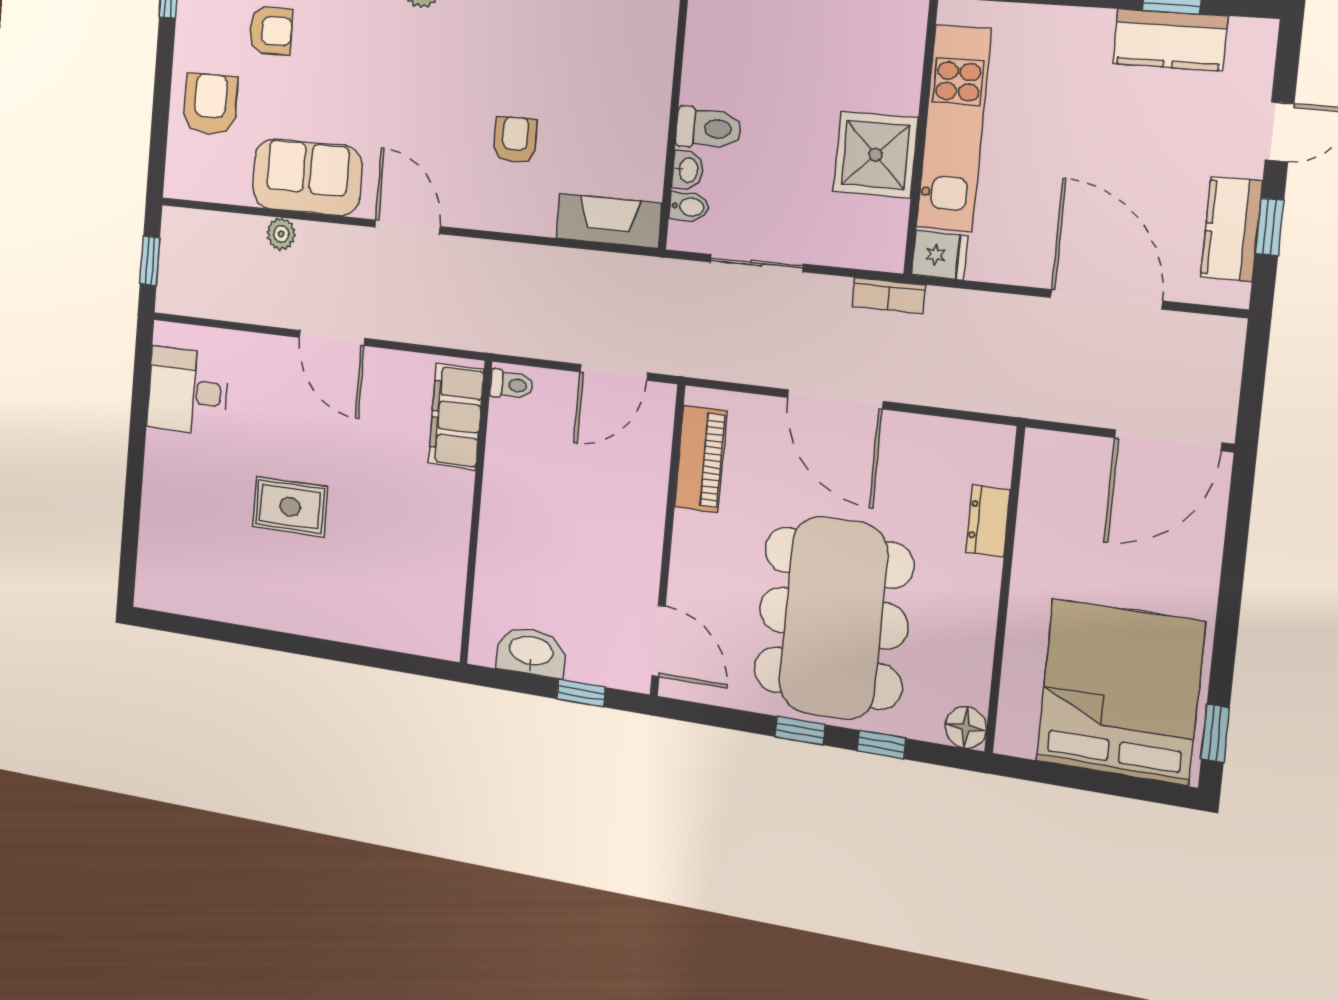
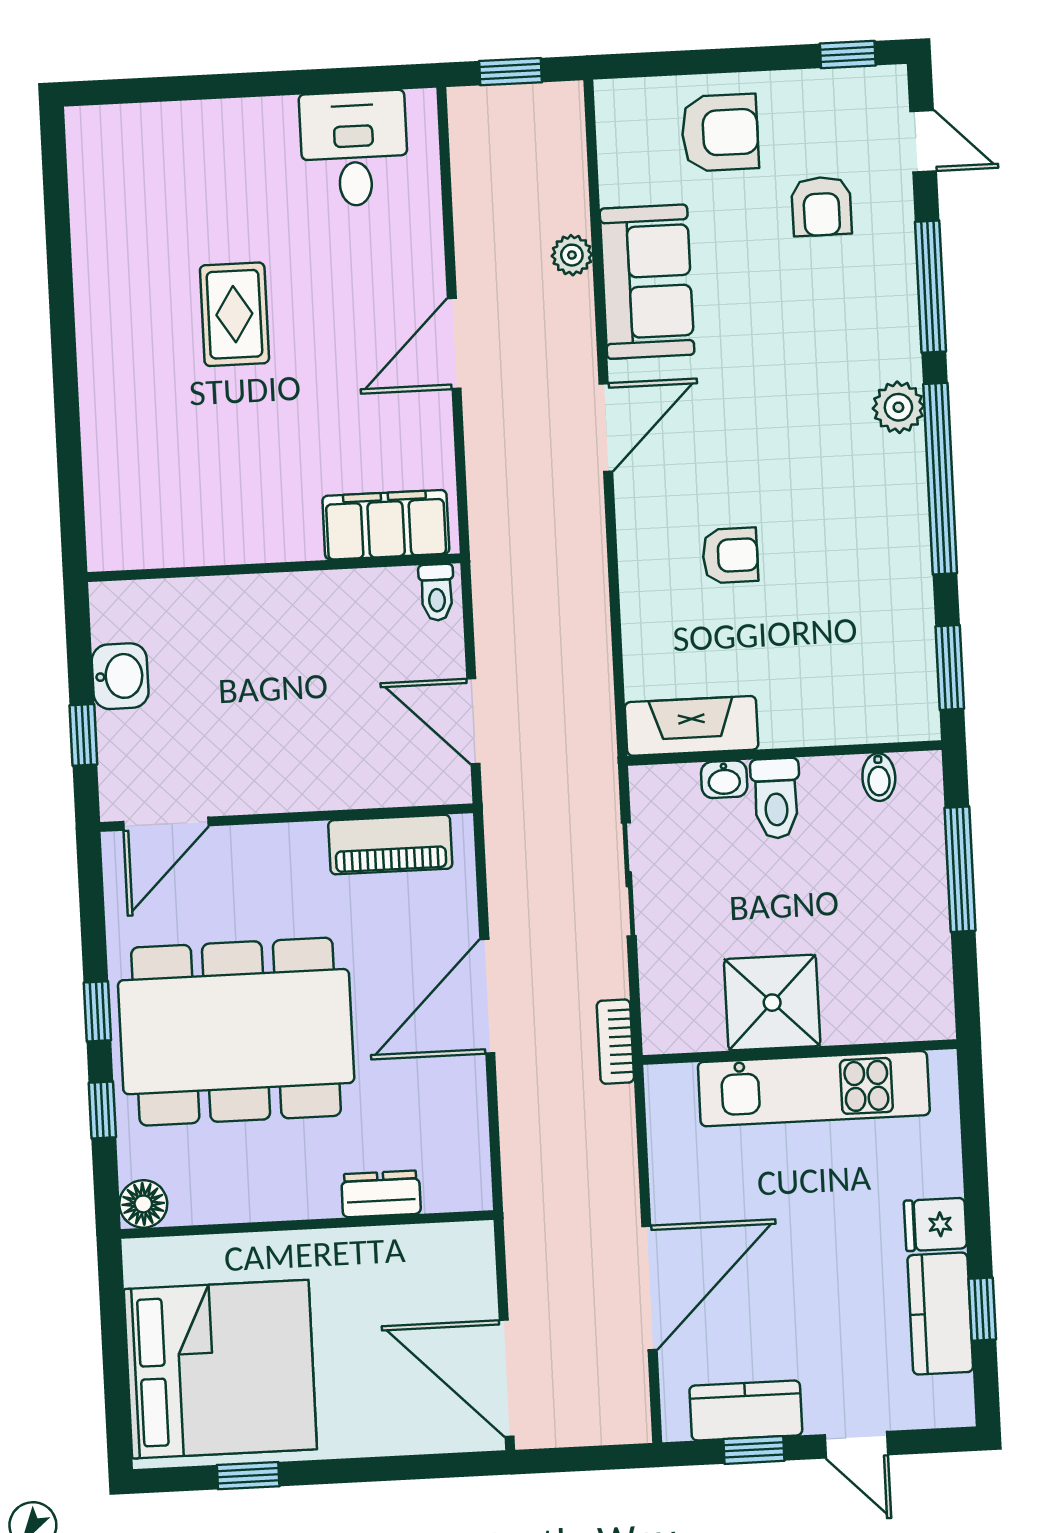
bidet: (689, 207) -> (879, 777), moved
fireplace: (609, 221) -> (692, 726), moved, turned -90
fridge: (940, 255) -> (935, 1224), moved, turned 90
washbasin: (531, 652) -> (120, 676), width x0.72
window: (1215, 733) -> (248, 1476), moved

